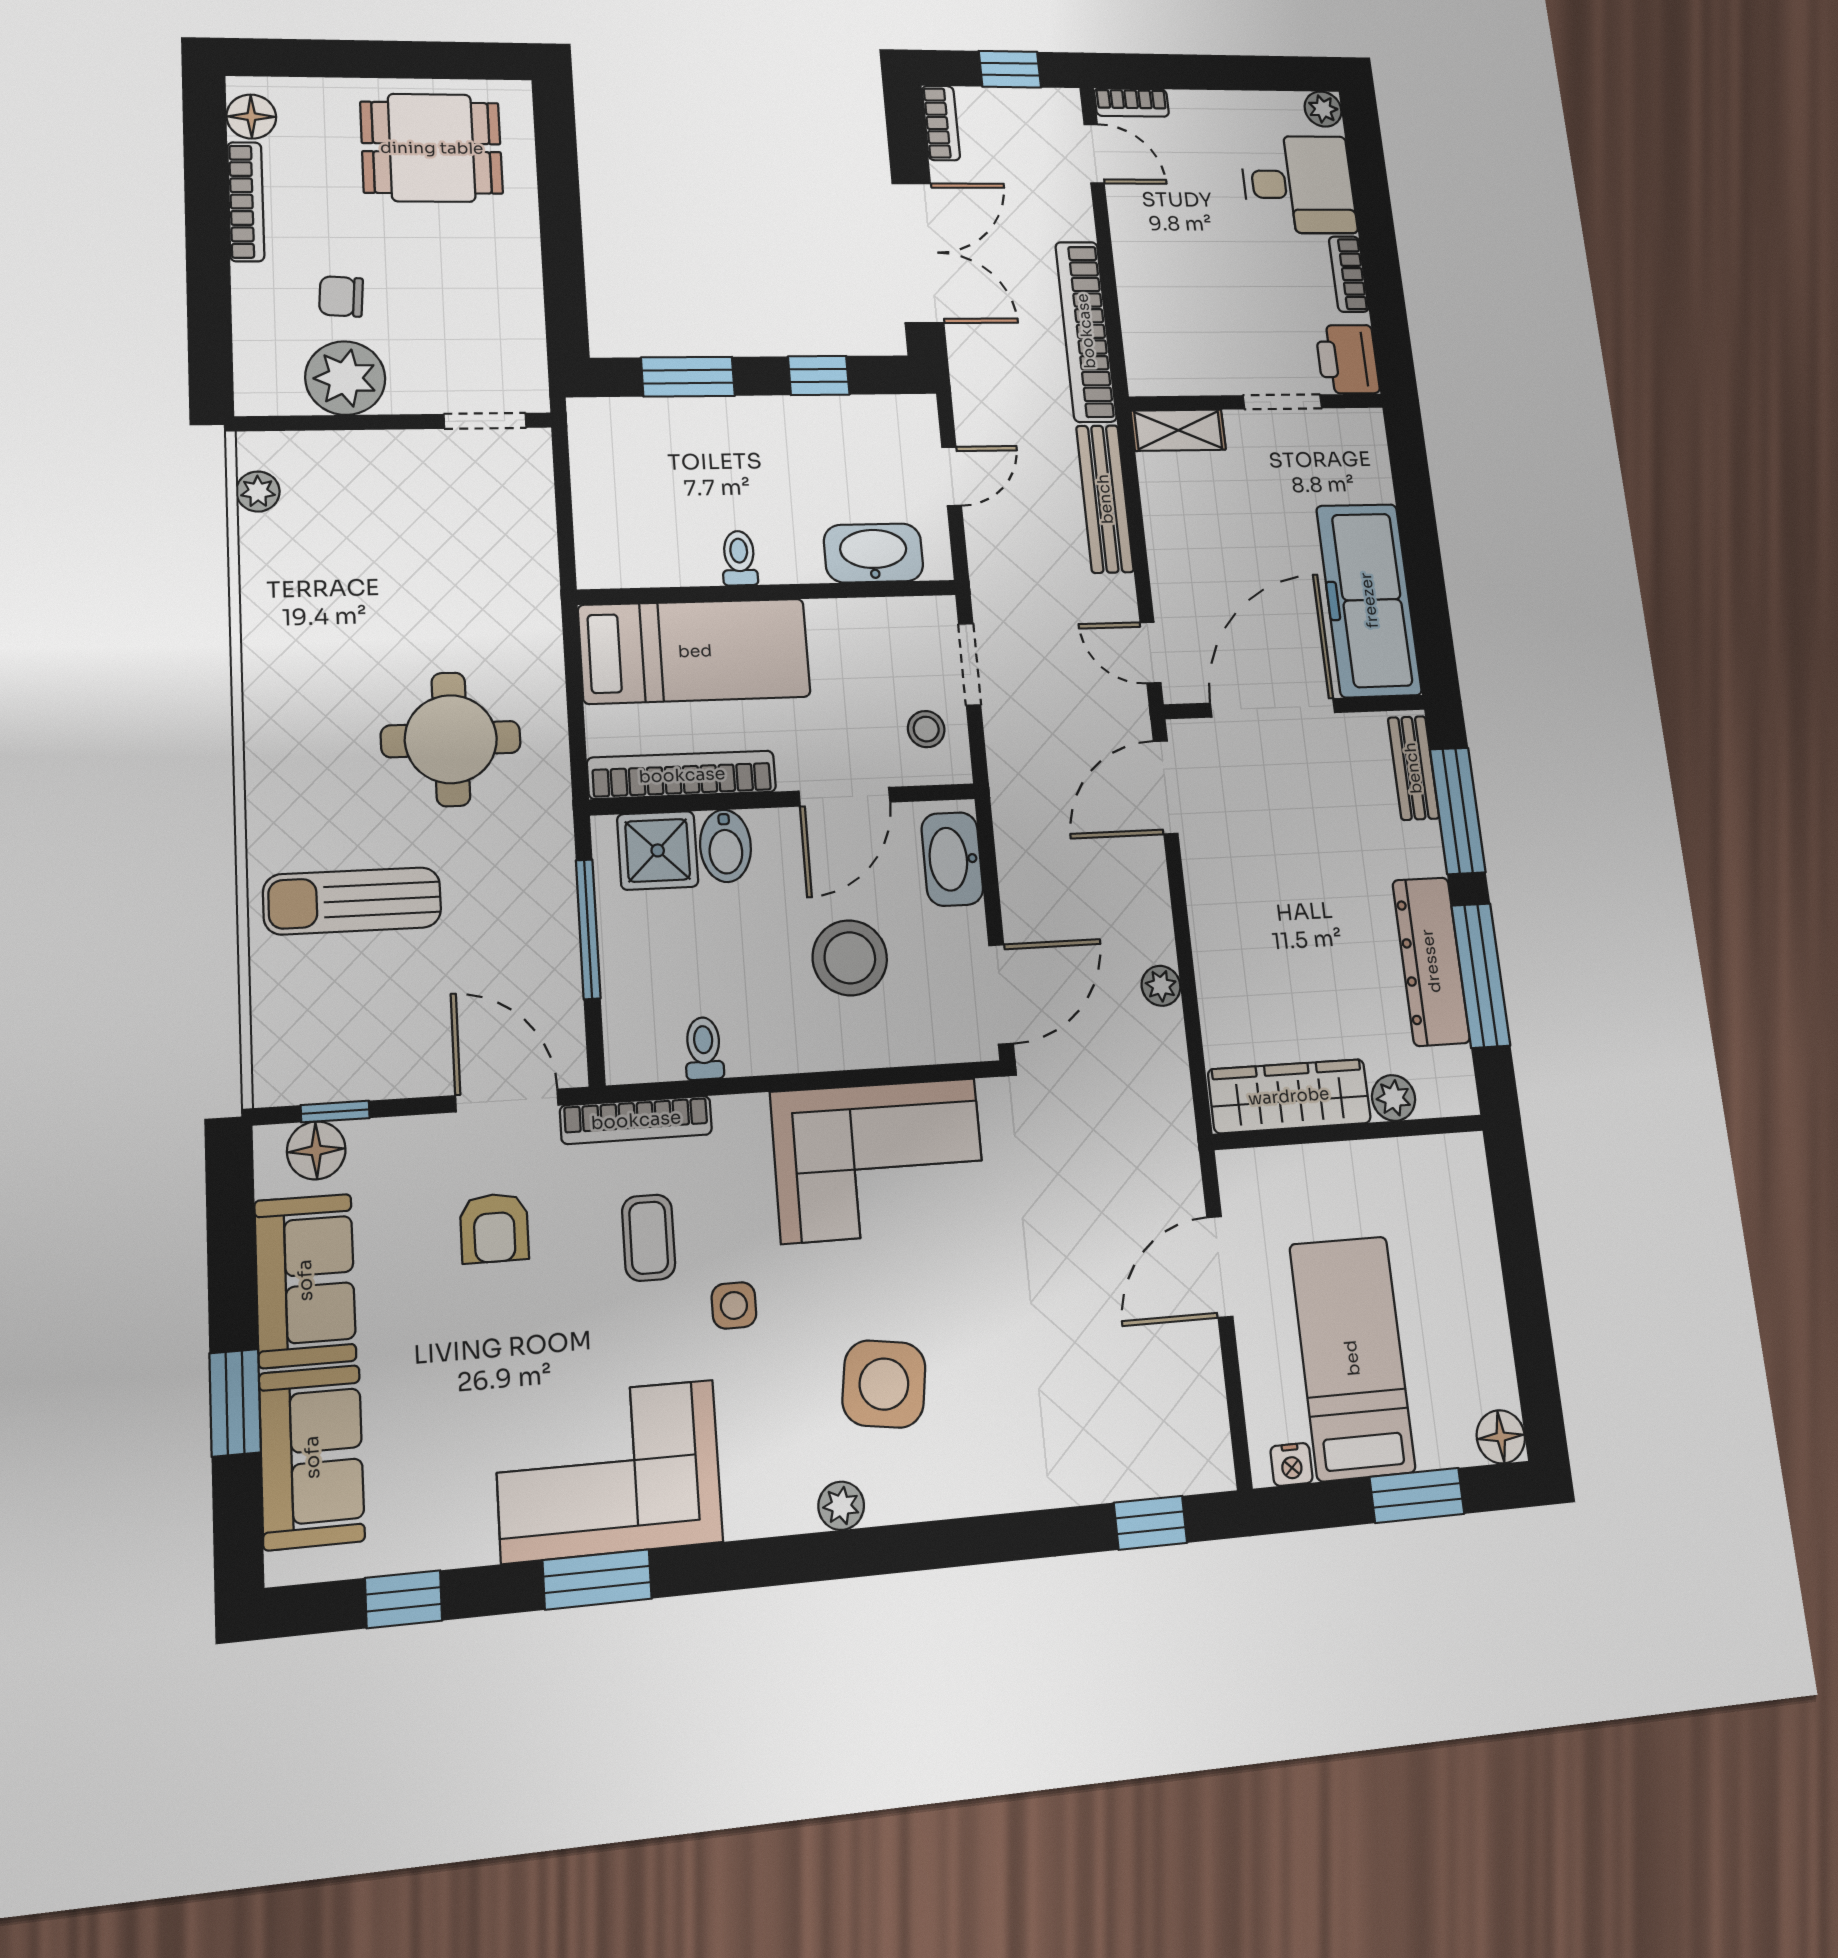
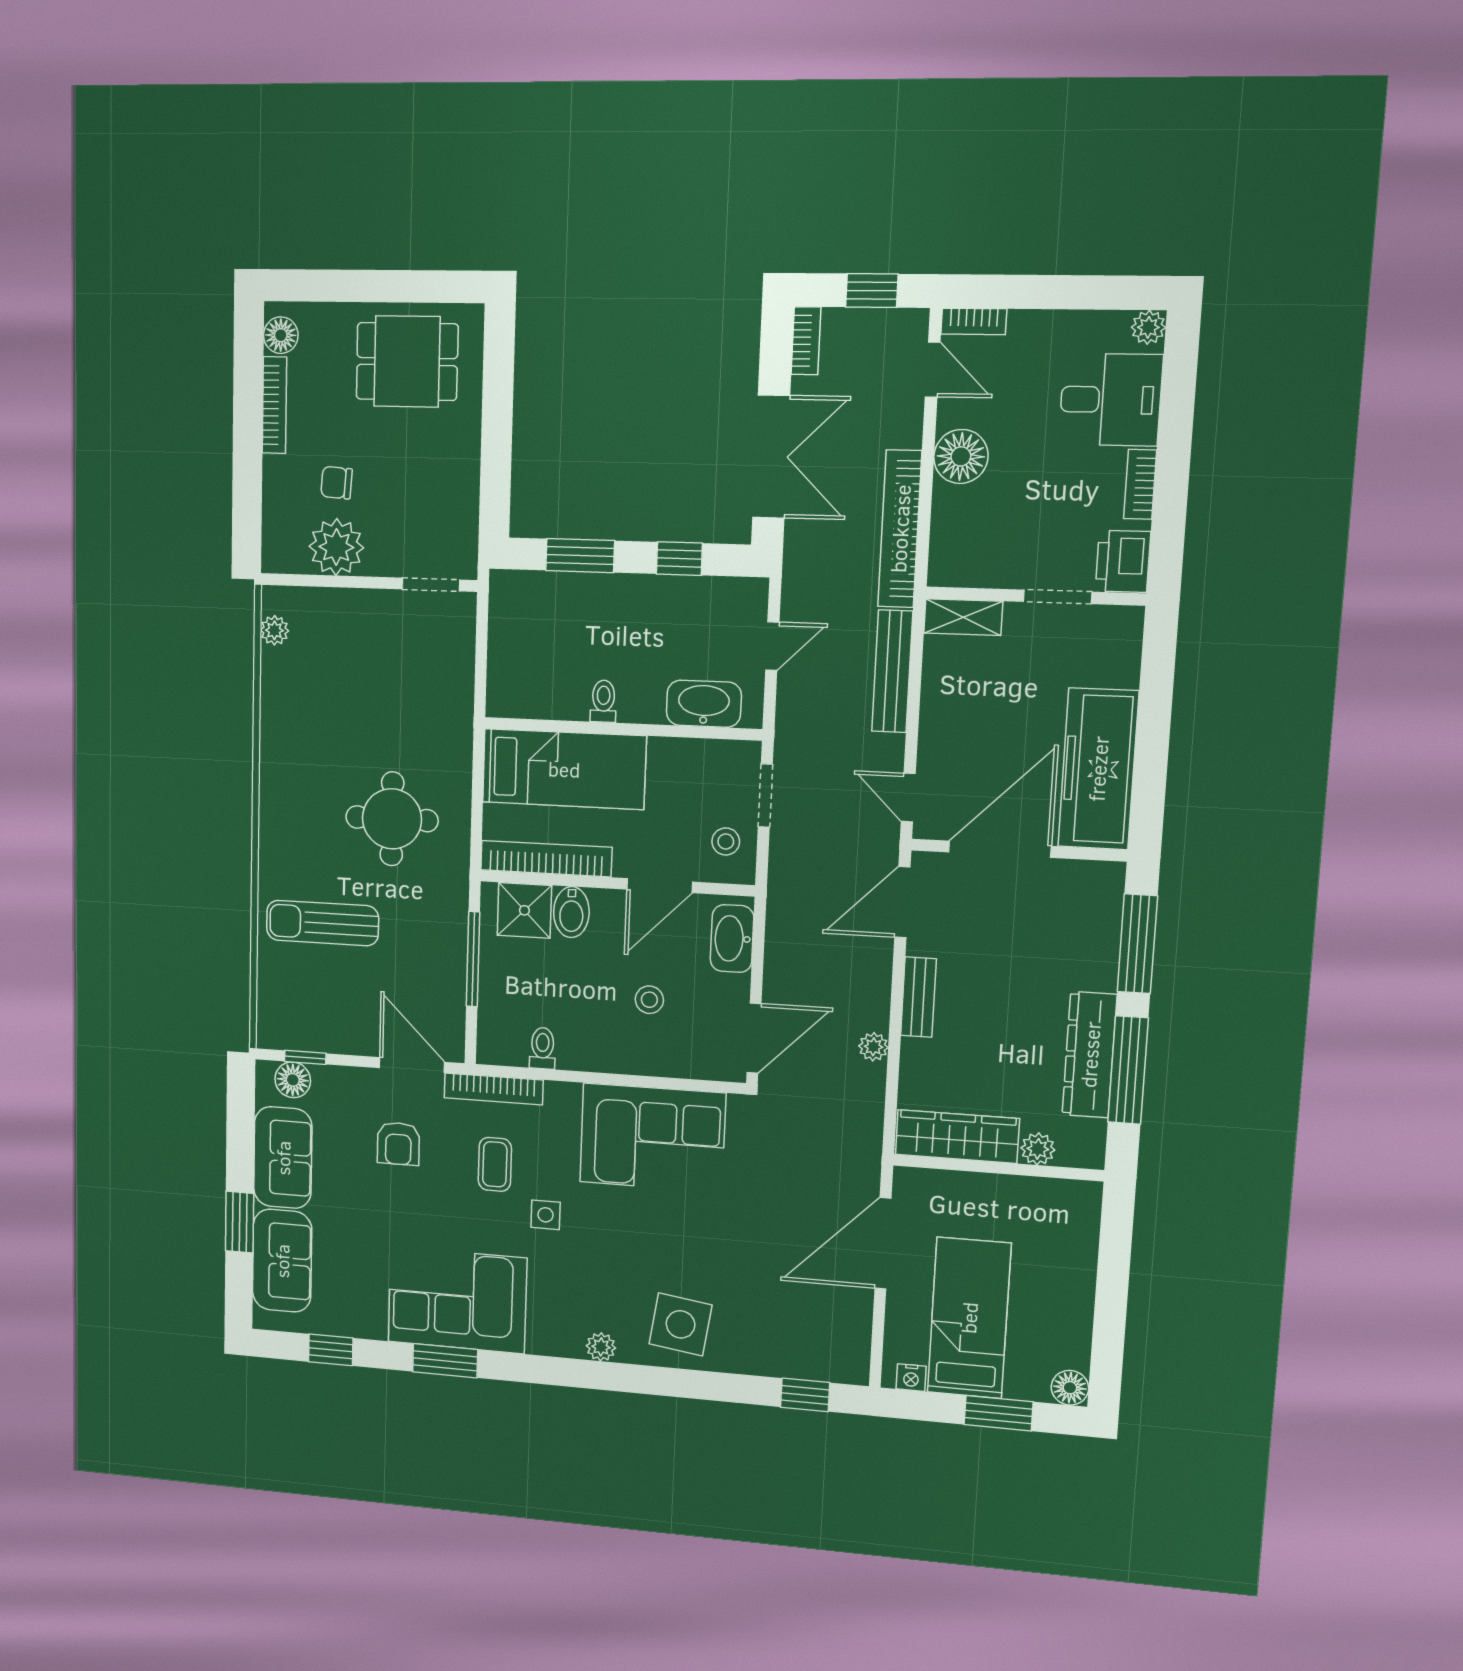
floor lamp: (1143, 248) -> (961, 456), added
bench: (1413, 768) -> (918, 997), moved
stool: (850, 958) -> (649, 1000), width x0.53, depth x0.53
door: (1220, 1267) -> (883, 1243), width x1.36
side table: (884, 1384) -> (681, 1324), moved

